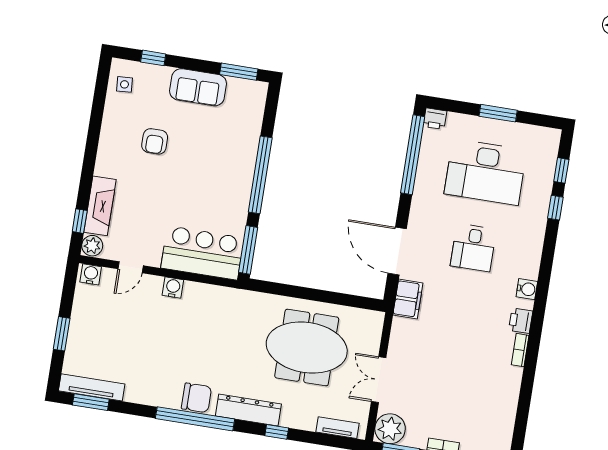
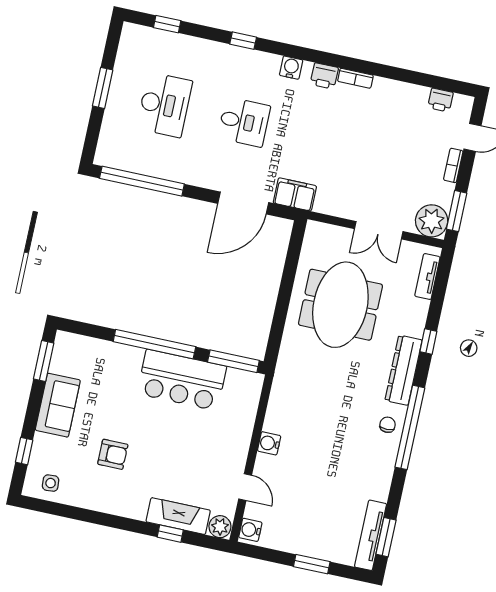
printer: (435, 119) -> (440, 100), moved, turned 90
desk: (485, 172) -> (164, 105), width x0.73, depth x0.77
window: (555, 208) -> (243, 41), moved
window: (80, 221) -> (170, 534), moved
bar counter: (202, 253) -> (182, 380), moved, turned -90
chair: (196, 398) -> (388, 425), width x0.54, depth x0.54

